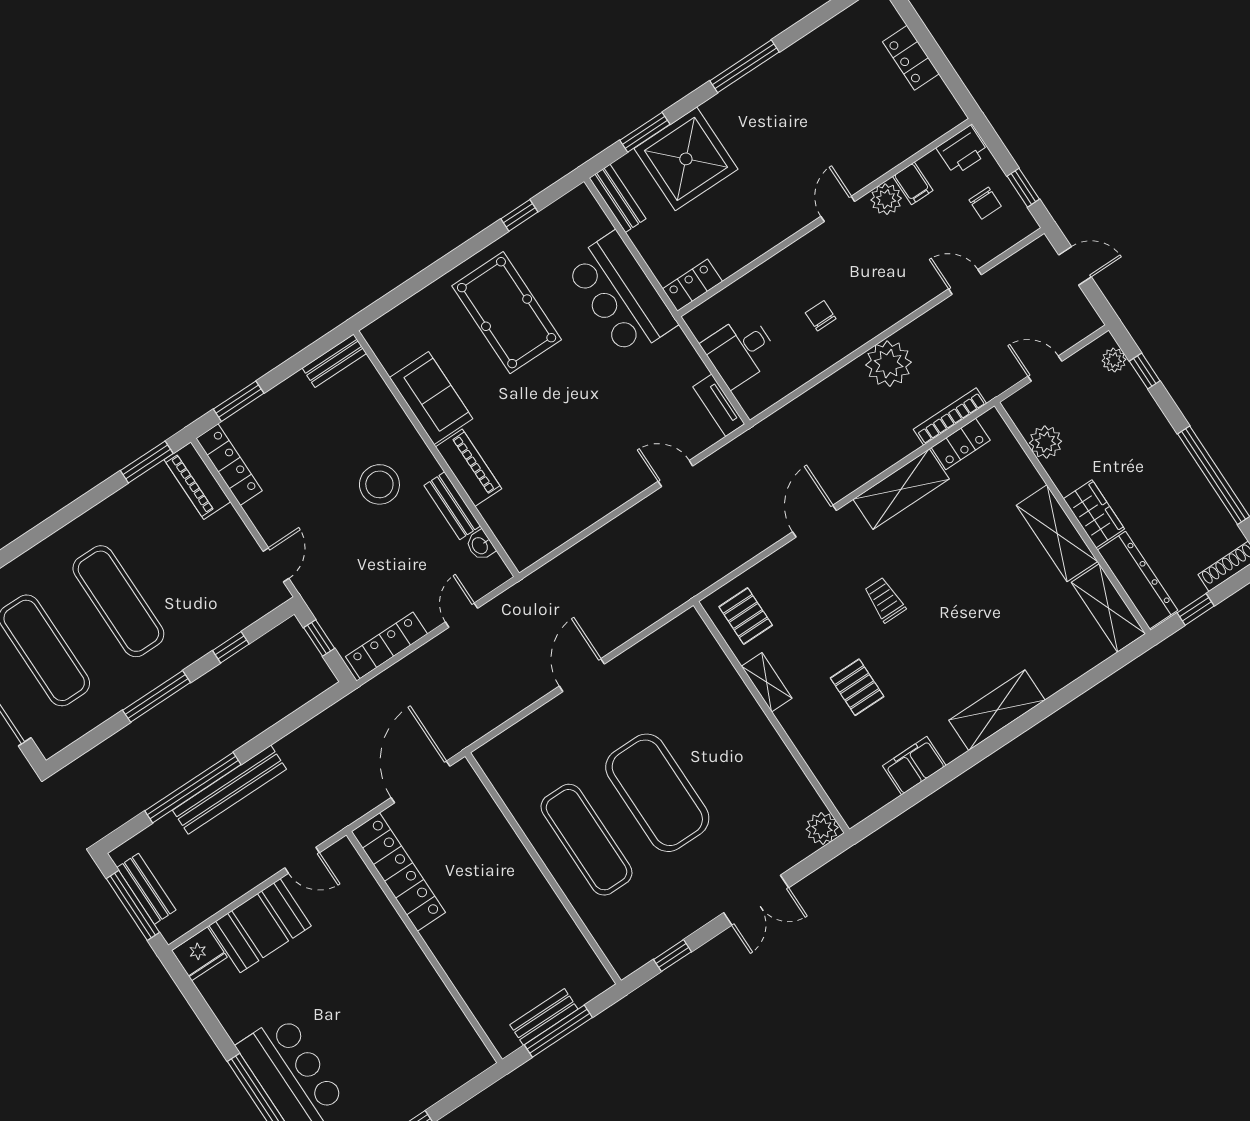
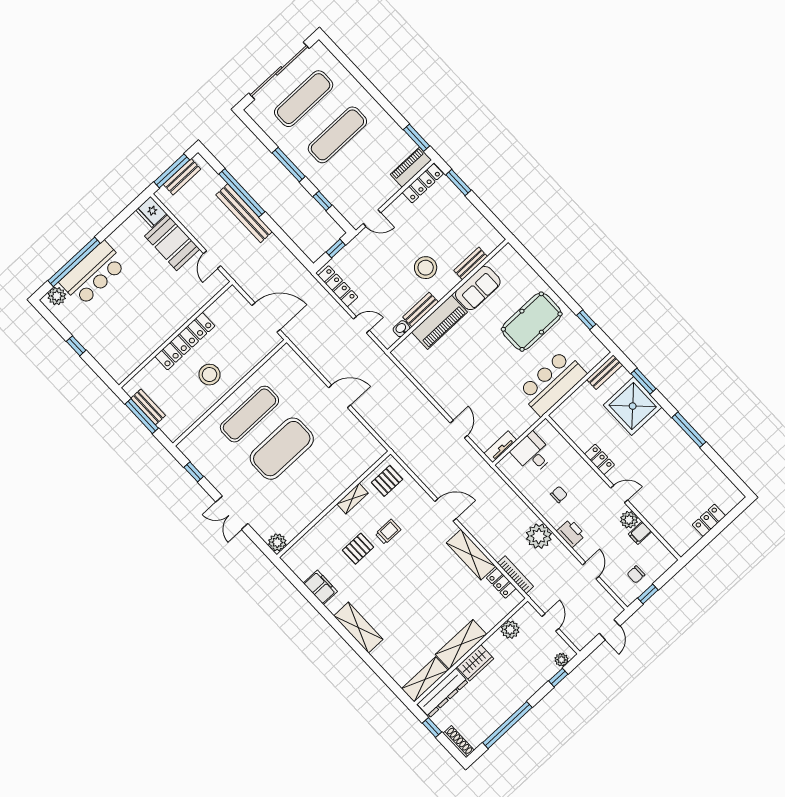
printer: (962, 150) -> (571, 533), moved, turned 180
locker: (692, 285) -> (599, 459), moved
bench: (334, 361) -> (471, 263), moved, turned 90
piano: (469, 468) -> (440, 322), width x1.37, depth x1.33
trolley: (885, 600) -> (388, 532), moved
locker: (398, 872) -> (185, 341), moved
stool: (505, 899) -> (210, 375), added

